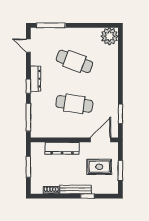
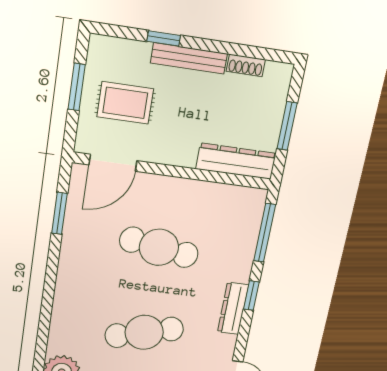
cafe table: (74, 61) -> (144, 332), turned -36
dresser: (62, 148) -> (236, 161), moved

